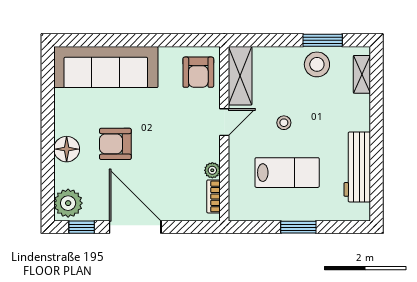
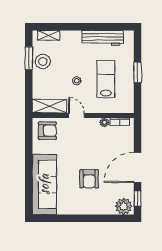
floor lamp: (67, 149) -> (92, 207), removed

